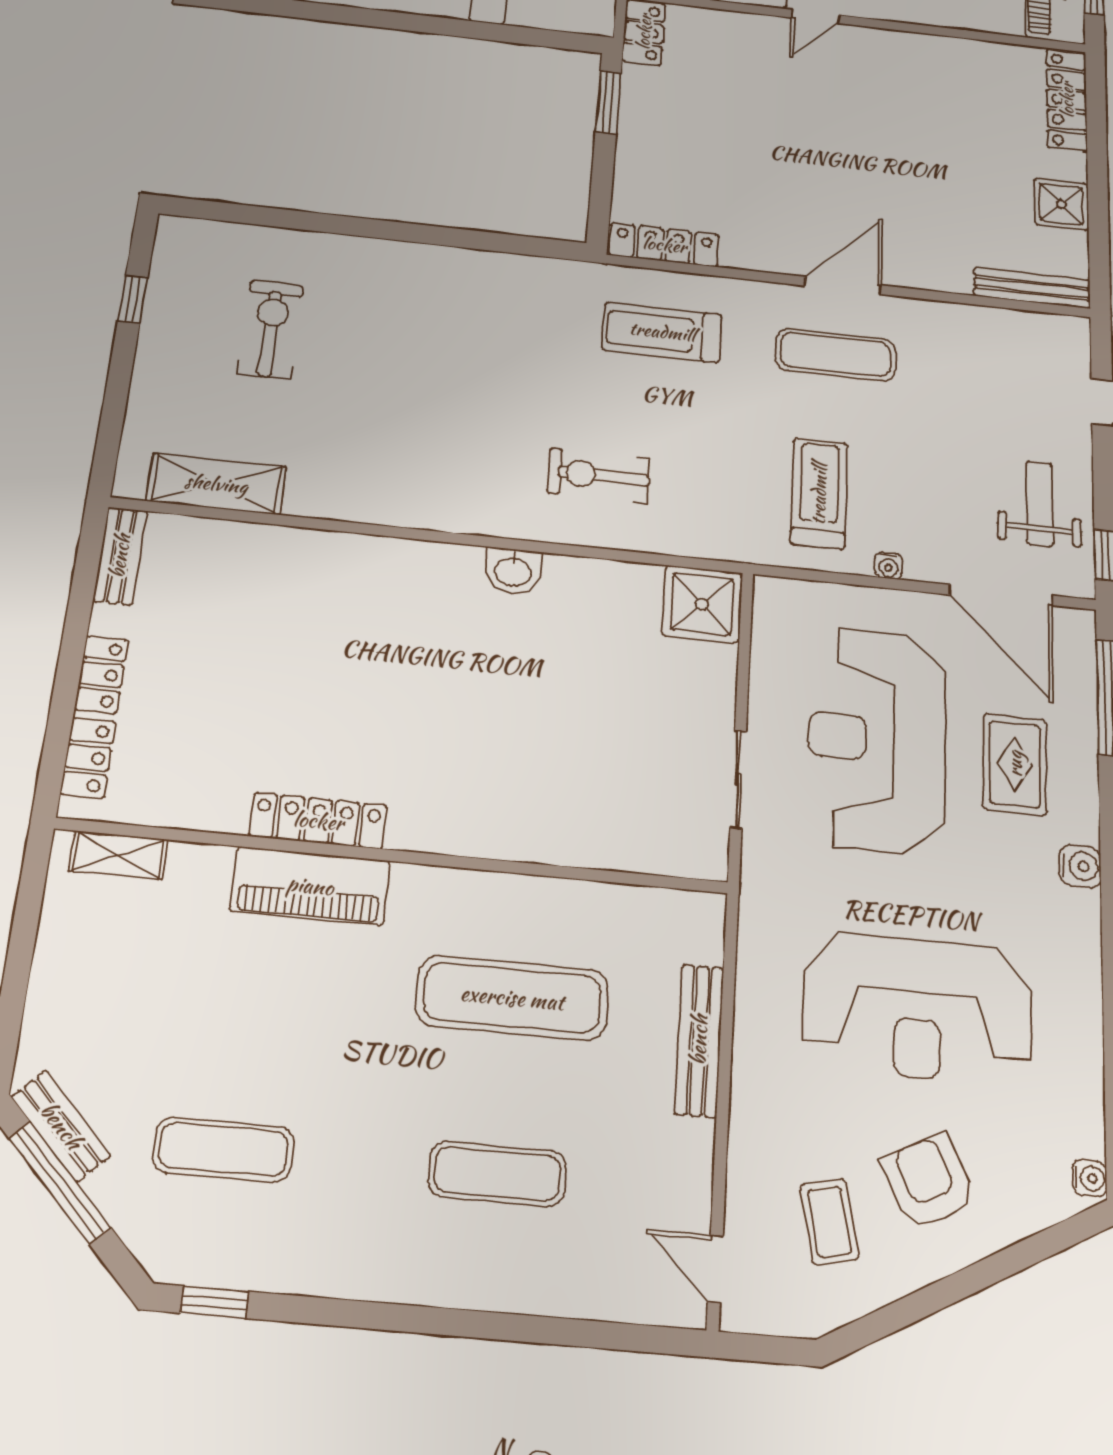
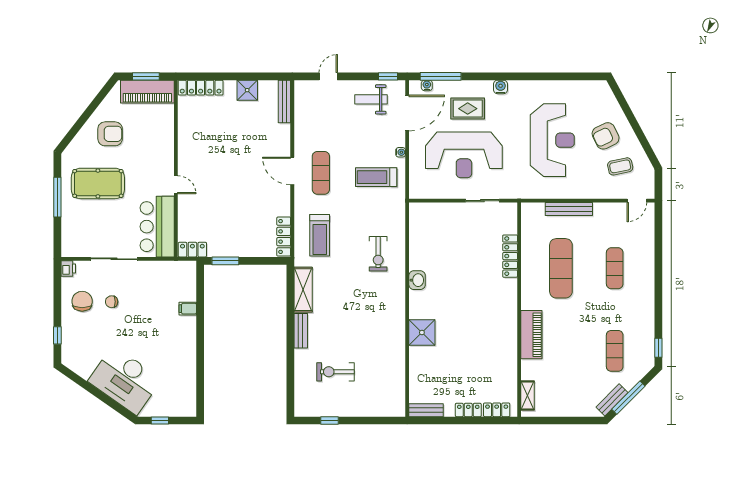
bench: (399, 257) -> (301, 331), added
shelving: (216, 484) -> (303, 290), moved
shower: (702, 604) -> (422, 332), moved
locker: (318, 821) -> (510, 256), moved
water cooler: (1090, 1178) -> (427, 85), moved

